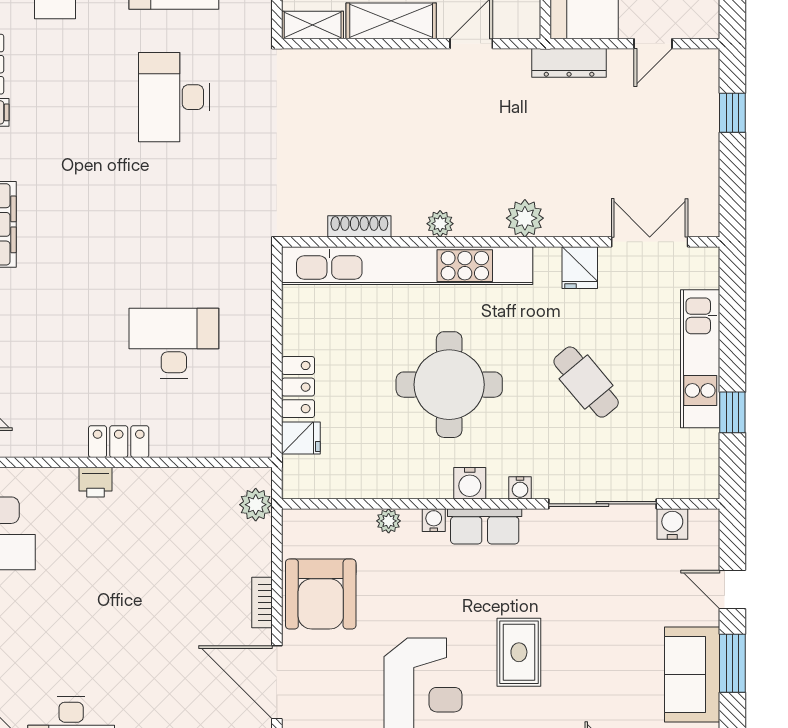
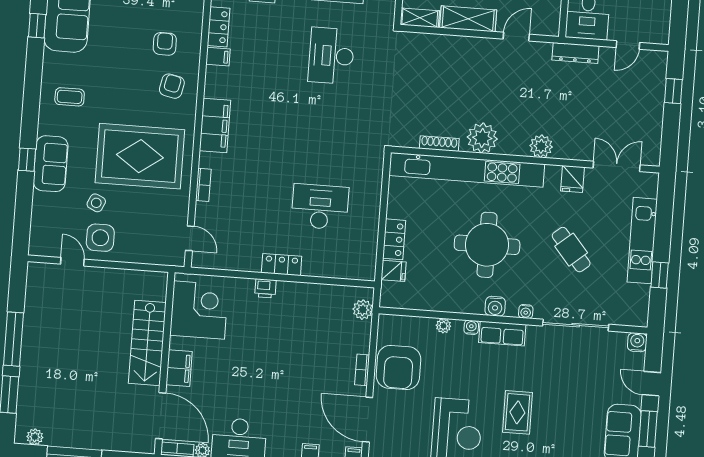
plant: (440, 224) -> (482, 138), width x1.88, depth x1.88
water cooler: (672, 524) -> (637, 342), moved

